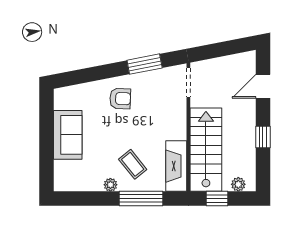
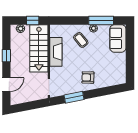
sofa: (68, 135) -> (118, 38), moved
fireplace: (176, 166) -> (56, 52), moved
window: (141, 199) -> (101, 20), moved

